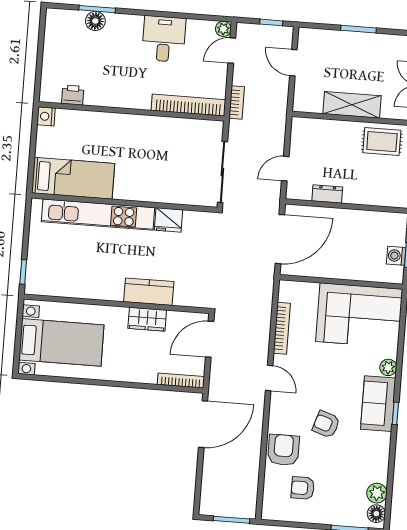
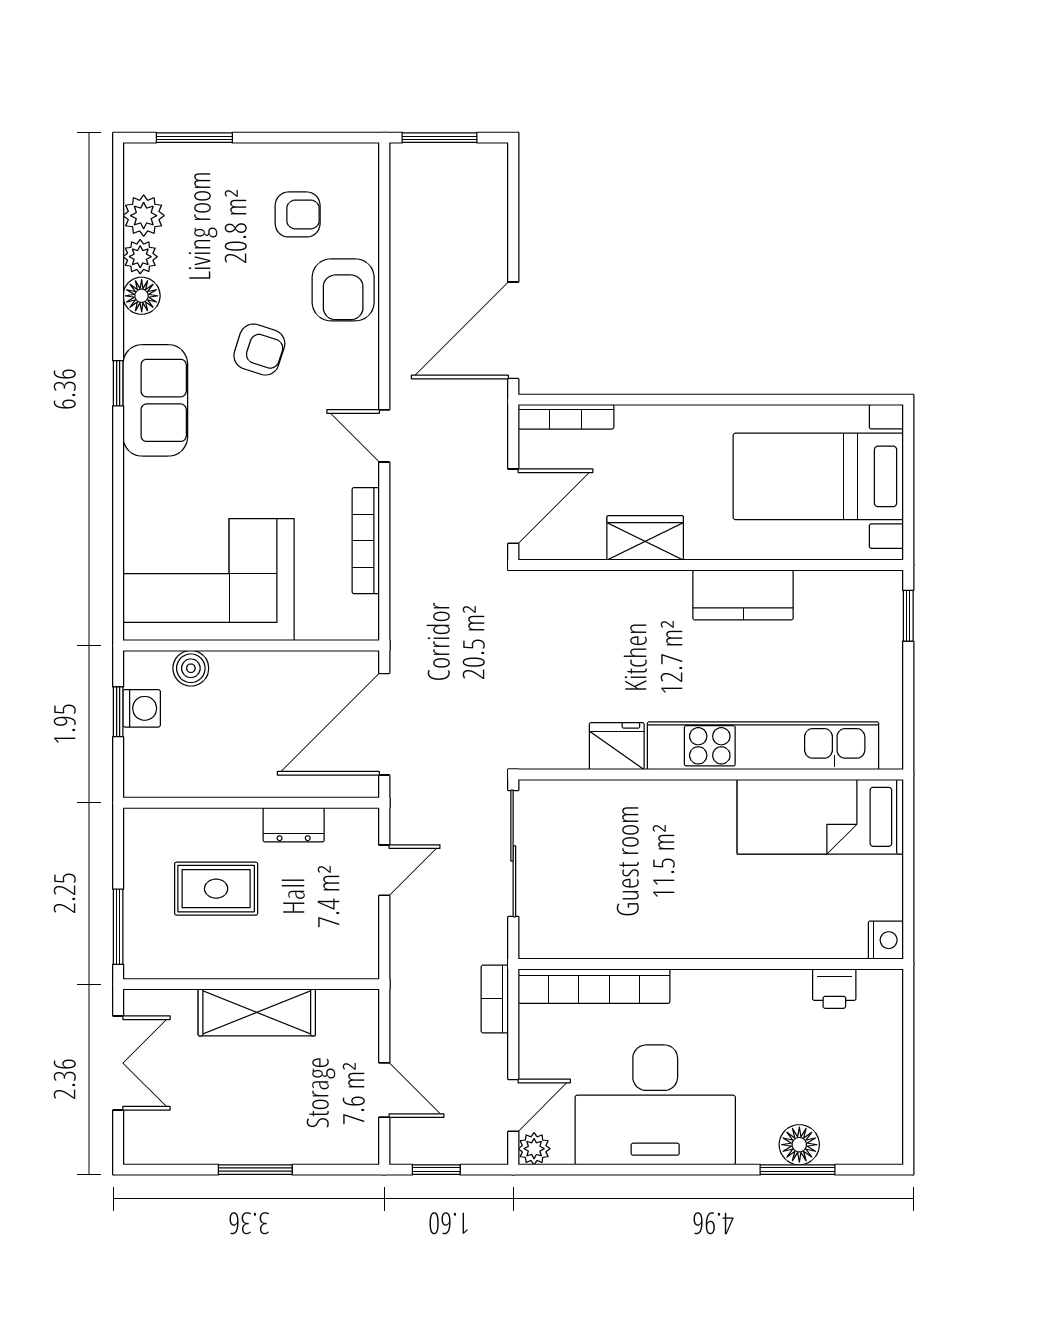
desk: (164, 39) -> (655, 1105), width x1.87, depth x1.30
rug: (382, 142) -> (216, 889), moved
boiler: (371, 273) -> (191, 668), added
kitchen counter: (149, 292) -> (743, 595), moved
plant: (388, 367) -> (140, 257), moved
floor lamp: (376, 514) -> (142, 296), moved

